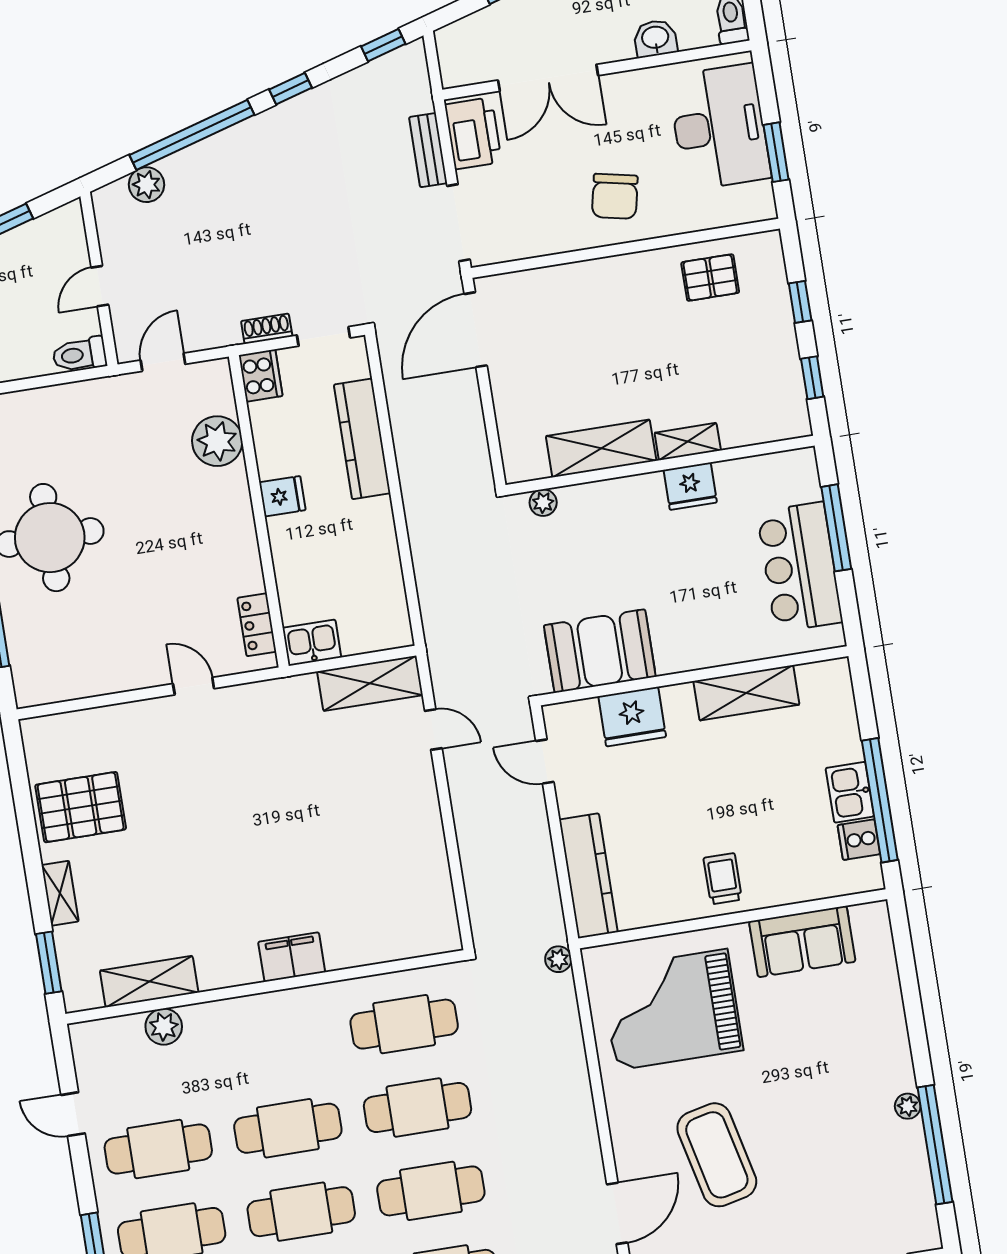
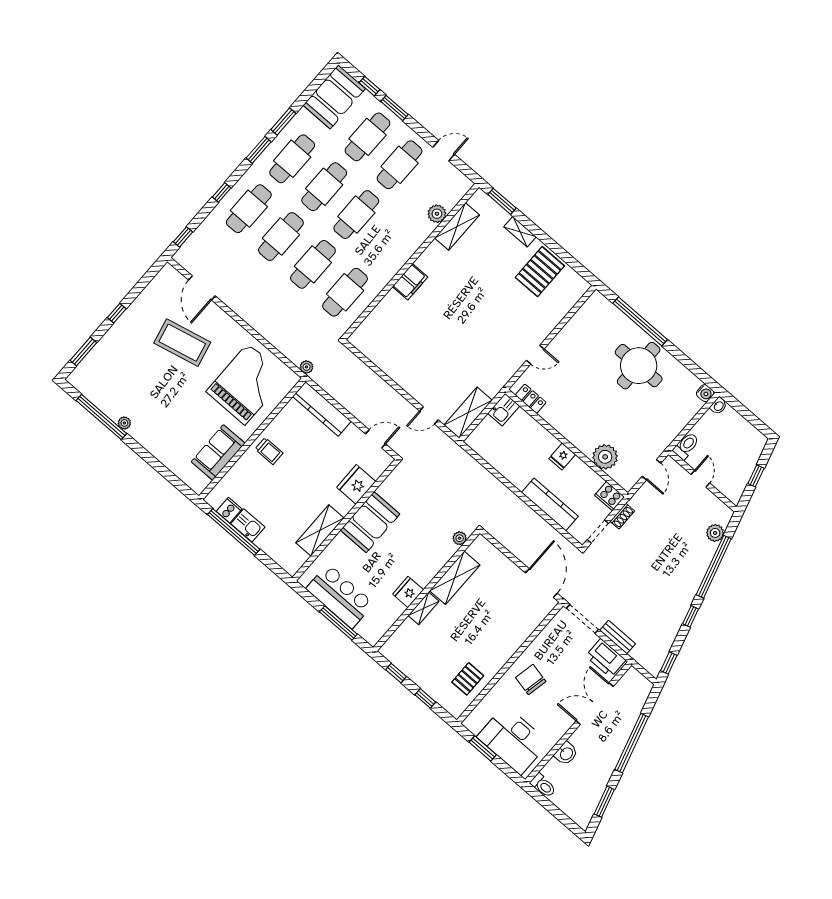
booth: (600, 651) -> (370, 522), moved

